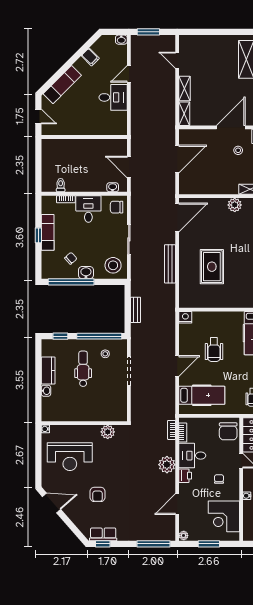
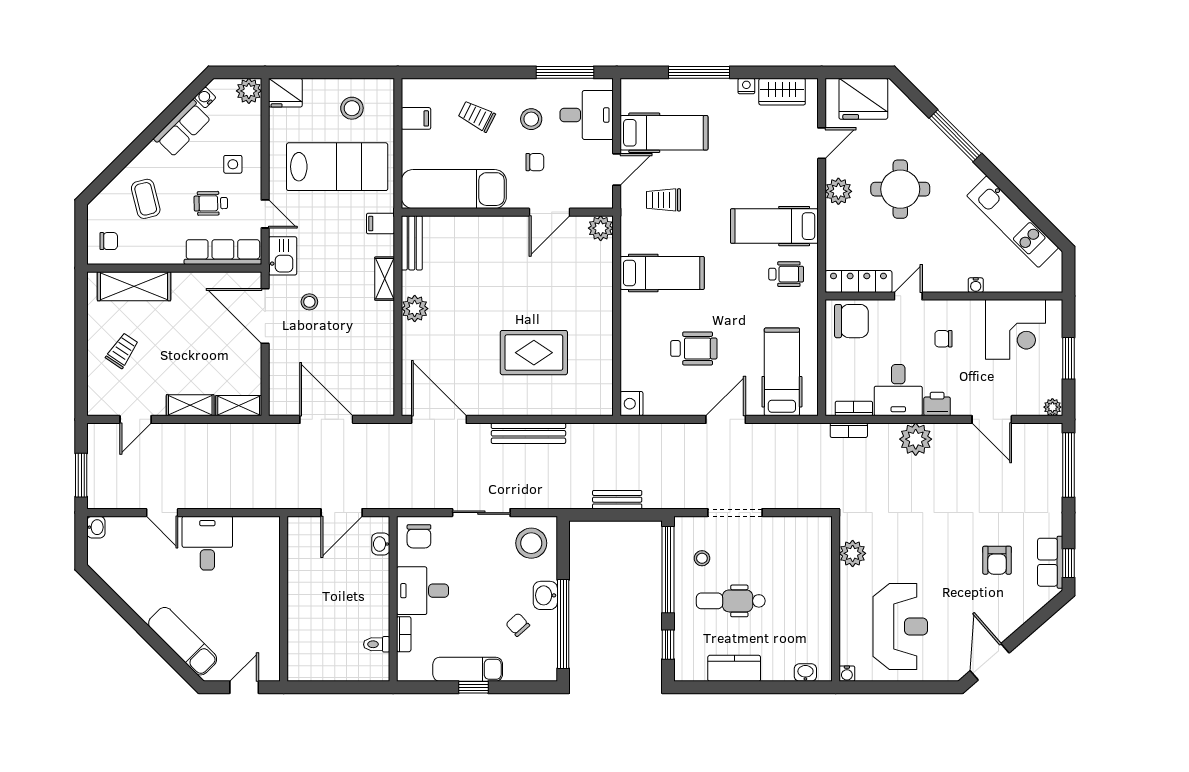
trolley: (213, 53) -> (122, 351), added
filing cabinet: (90, 57) -> (129, 587), removed
door: (177, 366) -> (726, 419), hinge flipped
washbasin: (46, 391) -> (805, 673), moved
armchair: (98, 494) -> (997, 560), moved, turned 90

